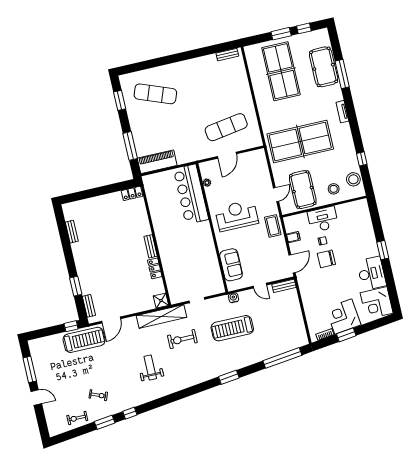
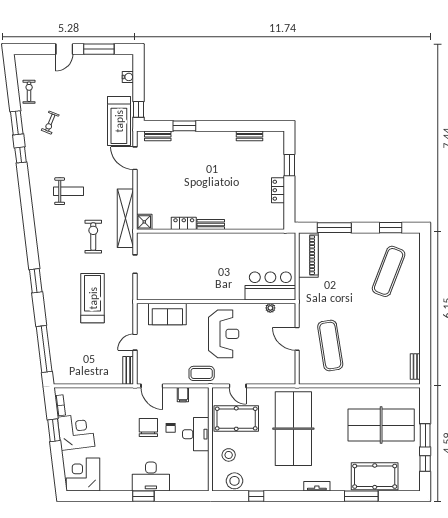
locker: (132, 193) -> (278, 190), moved
window: (88, 194) -> (289, 165), added
bar counter: (191, 194) -> (270, 286), width x0.73
desk: (372, 273) -> (151, 477), moved
water cooler: (234, 298) -> (128, 77), moved

